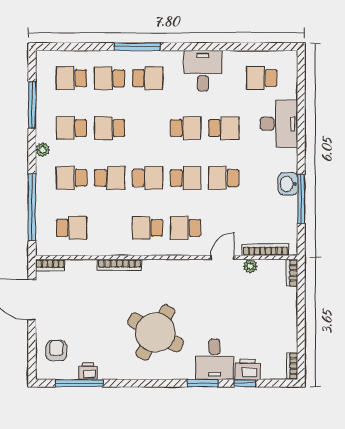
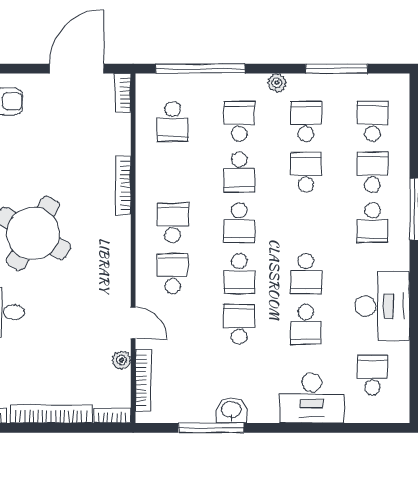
desk: (203, 71) -> (382, 306), width x1.37
bookcase: (291, 319) -> (51, 414), added

